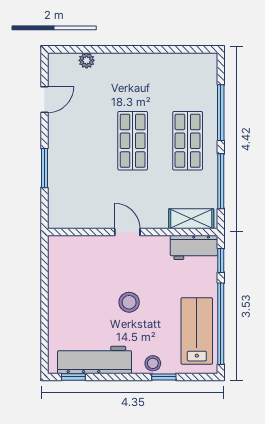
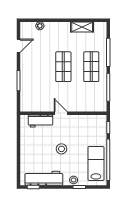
shelving: (191, 219) -> (82, 27), moved
workbench: (194, 247) -> (40, 121), moved

